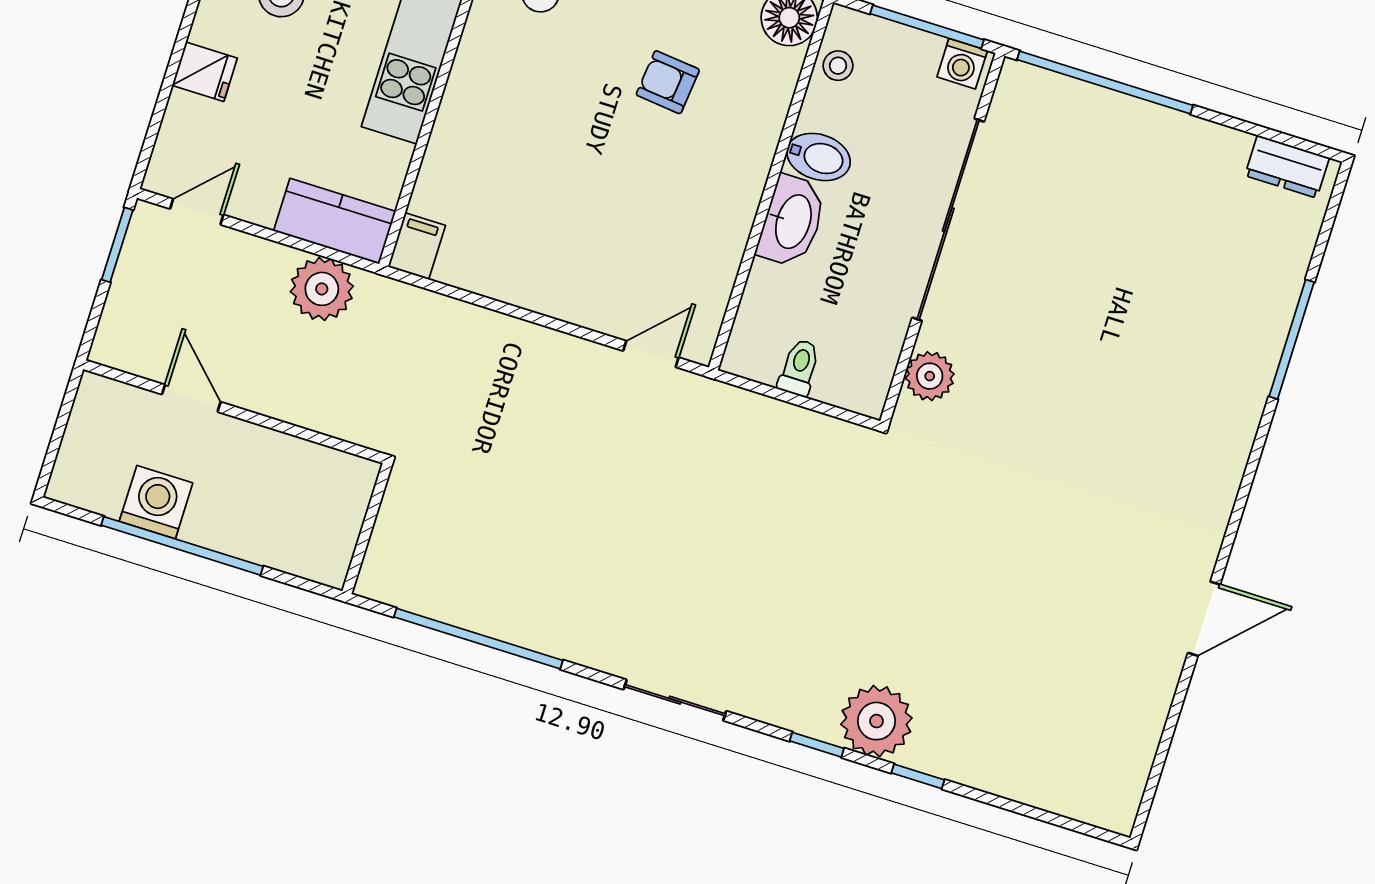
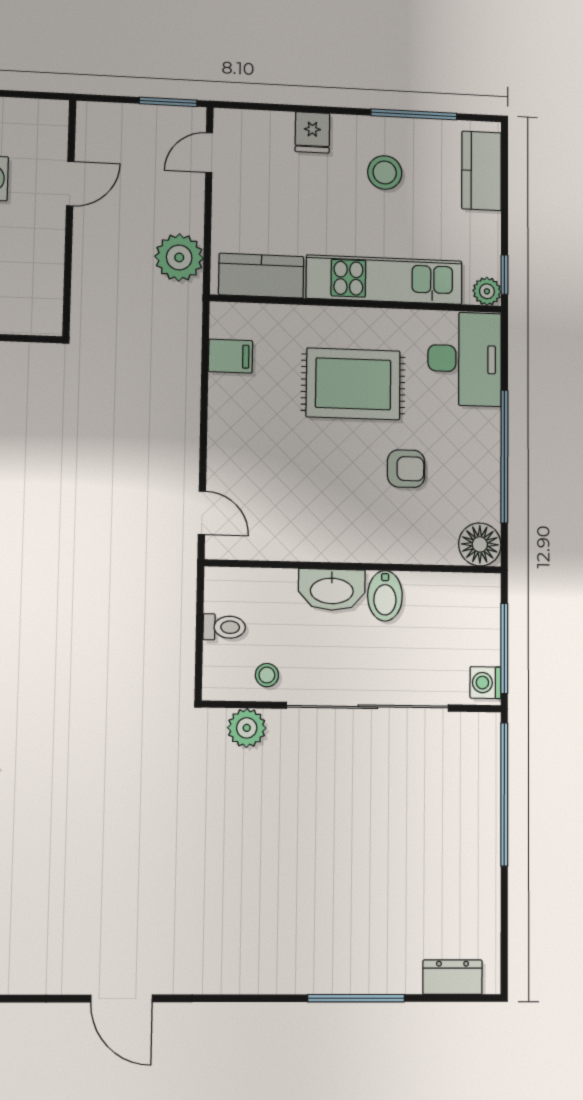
stool: (838, 66) -> (267, 675), moved
armchair: (668, 82) -> (406, 469), turned 84
rug: (542, 117) -> (353, 384), added
dresser: (1287, 167) -> (452, 977), moved, turned 90
door: (197, 212) -> (209, 153), swing flipped
kitchen counter: (335, 221) -> (261, 276), moved, turned -90
filing cabinet: (417, 246) -> (230, 356), moved

